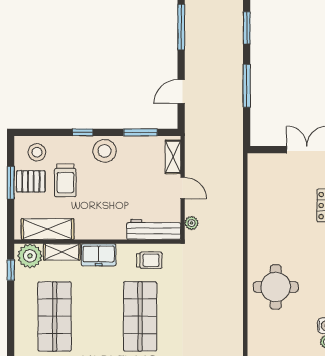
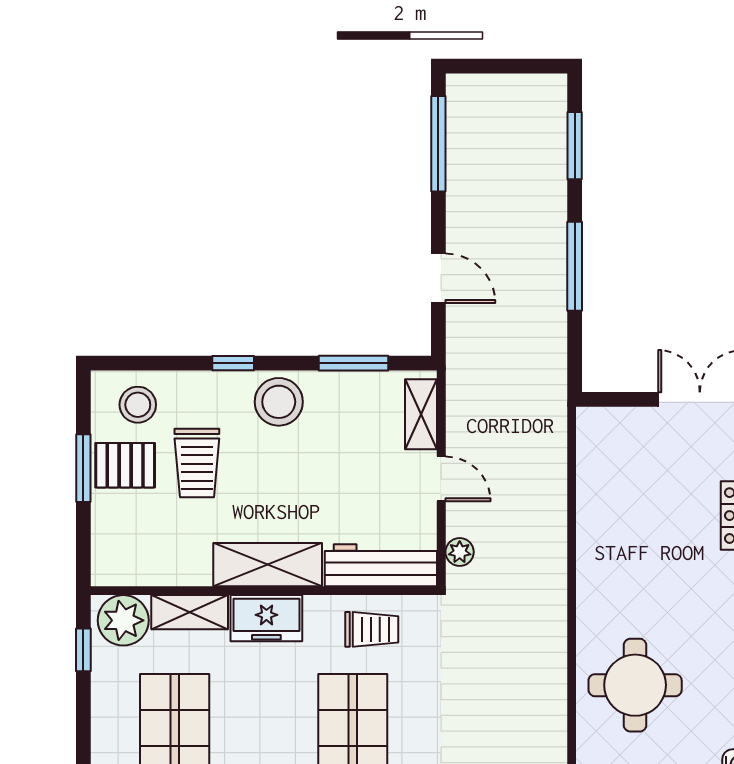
door: (181, 92) -> (438, 278), swing flipped
shelving: (48, 229) -> (268, 565), moved

